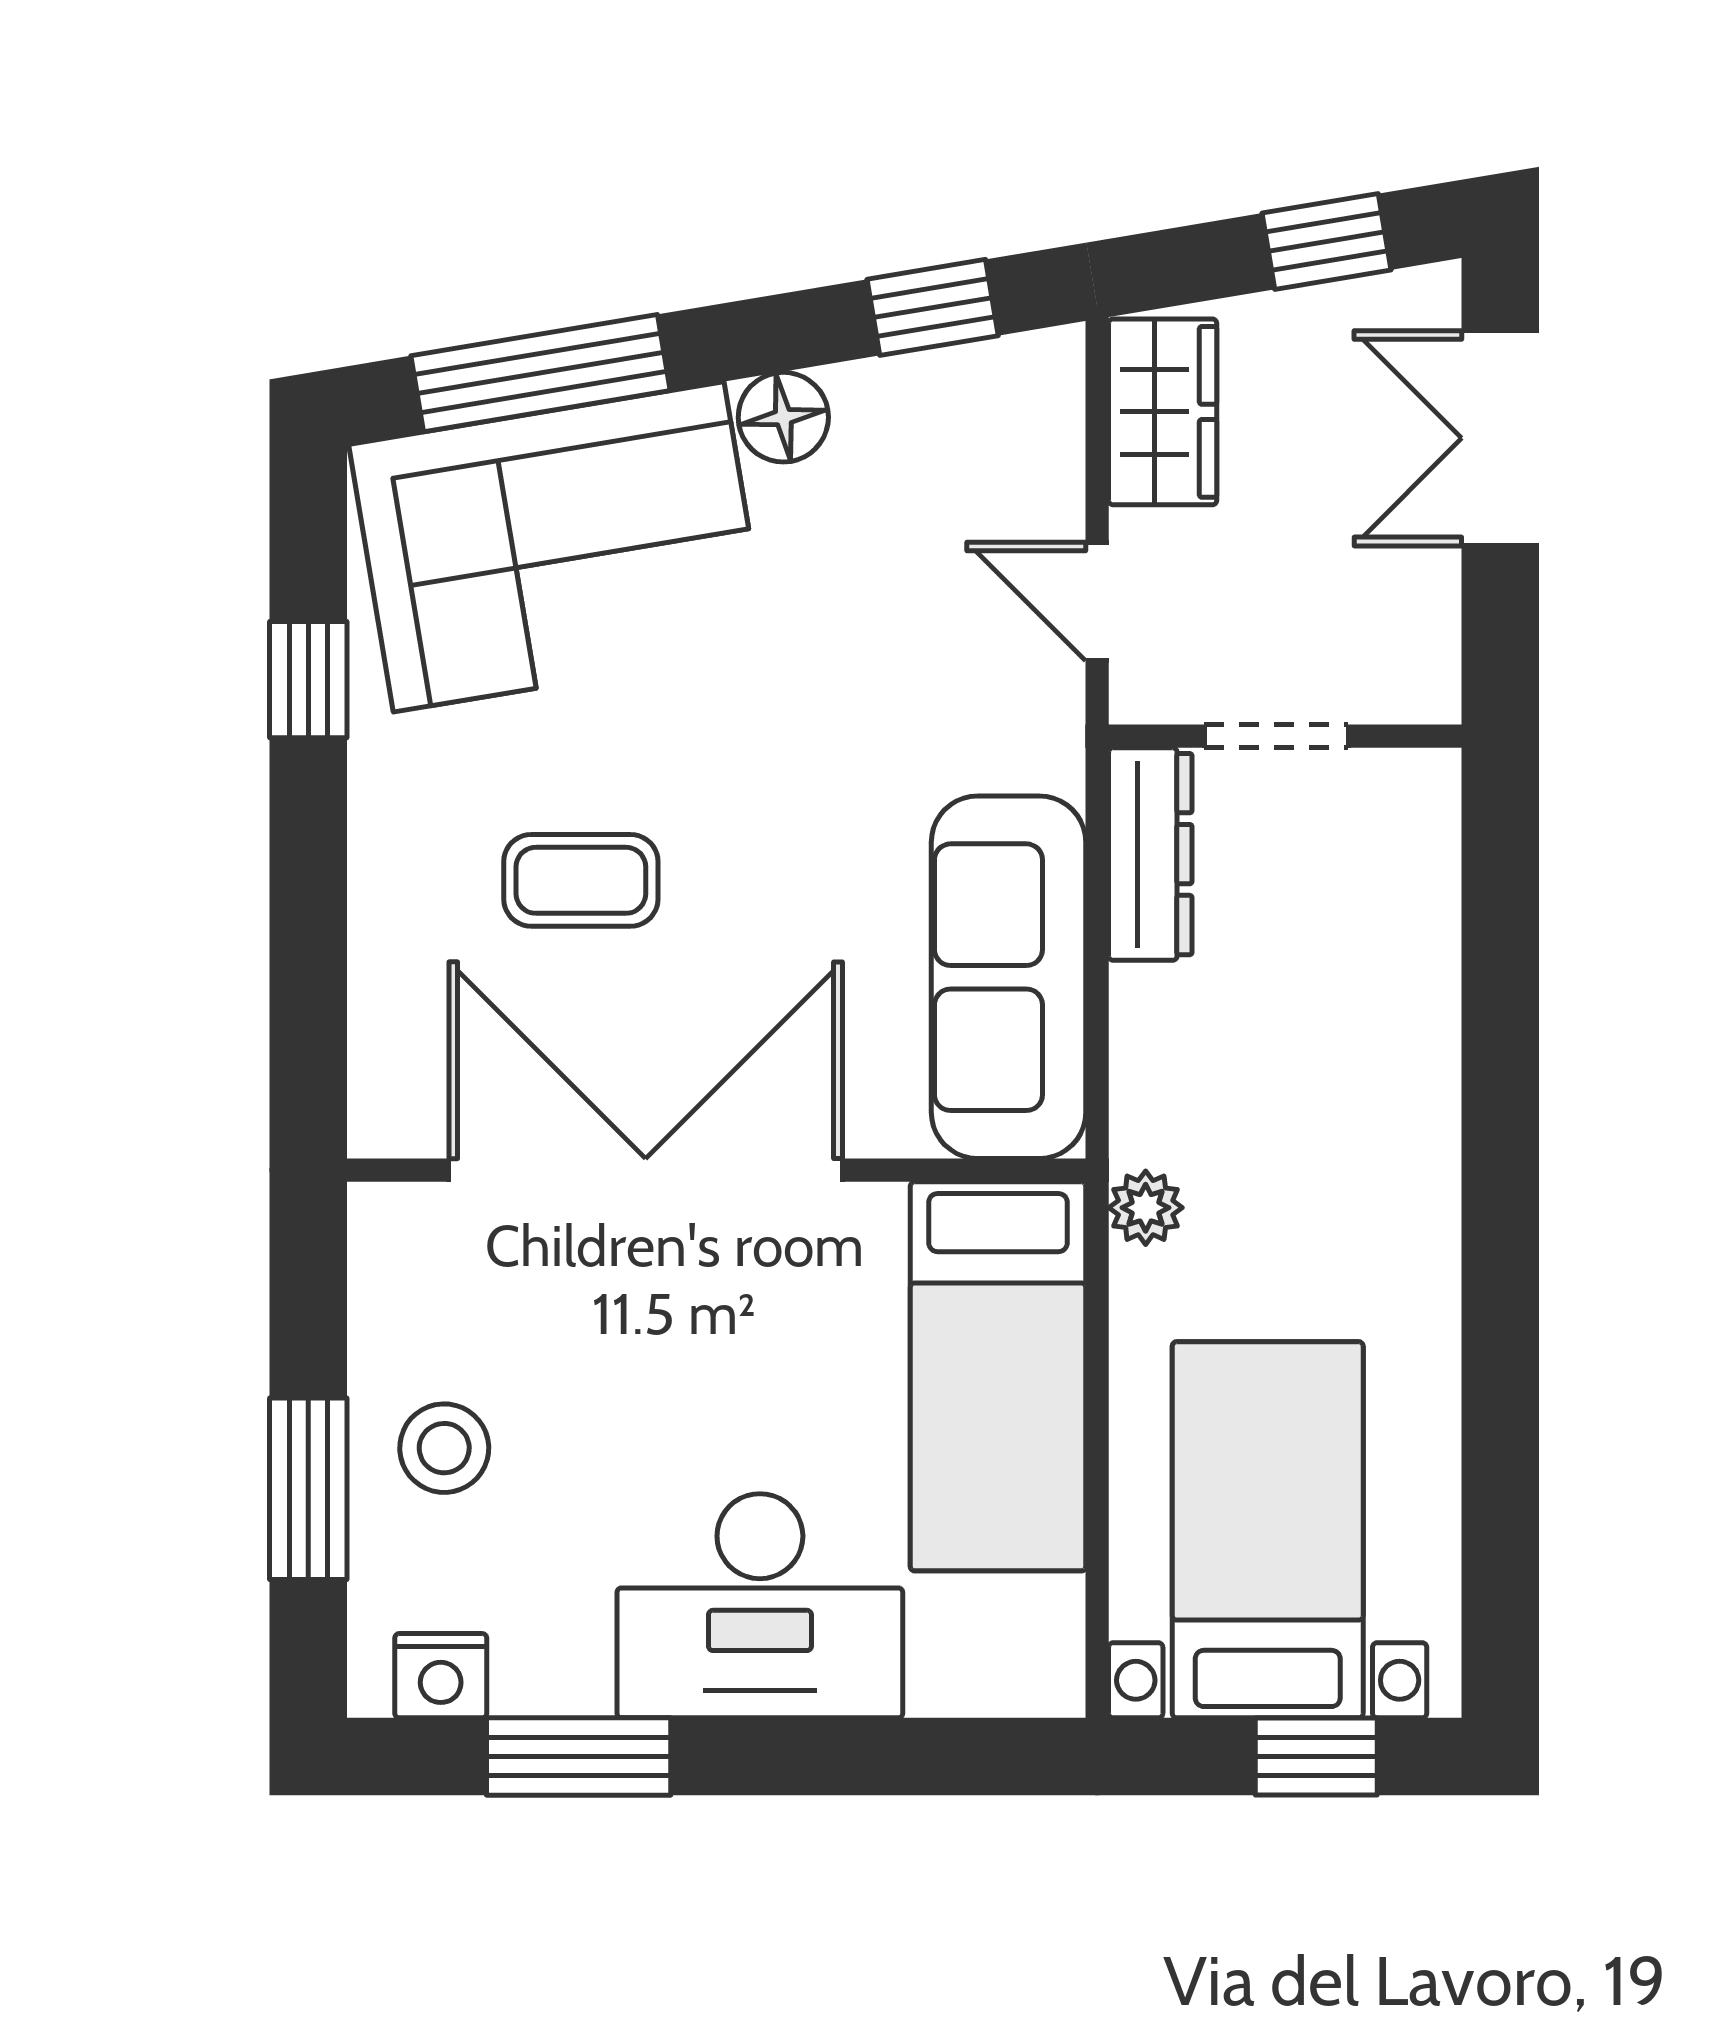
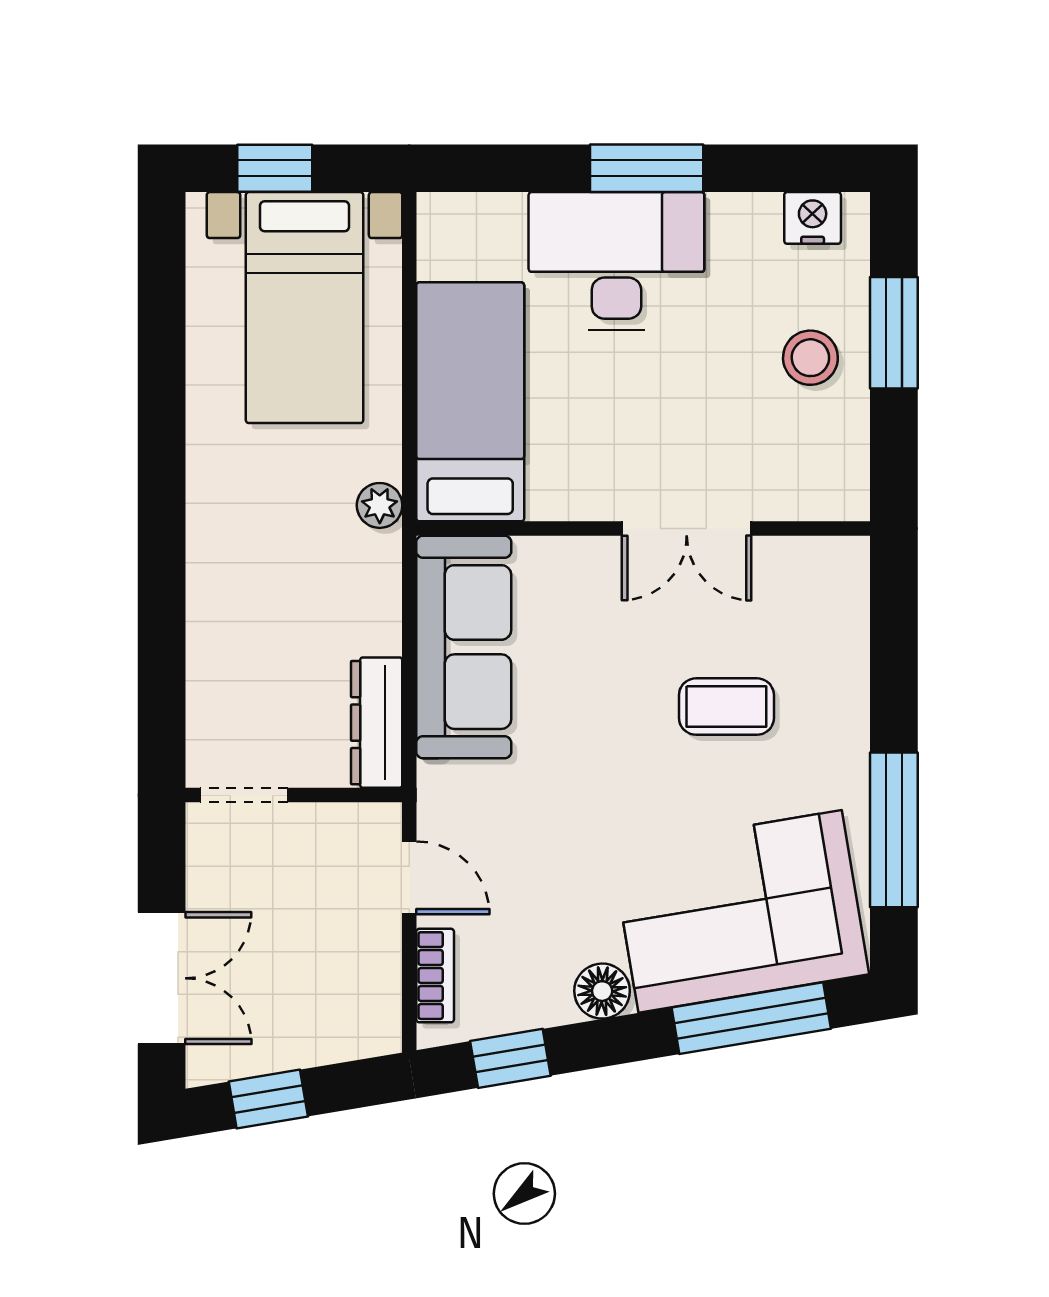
wardrobe: (1163, 412) -> (369, 994), removed
bookcase: (1055, 442) -> (435, 976), added
window: (308, 680) -> (894, 830), width x2.17
doorway: (1276, 736) -> (244, 795), moved
double door: (646, 1170) -> (687, 528), width x0.54
window: (579, 1756) -> (647, 168), moved

